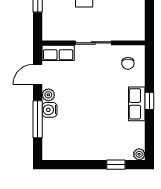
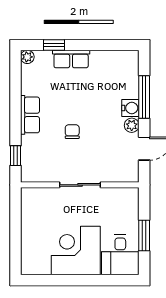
row of seats: (58, 53) -> (71, 59), moved, turned 180
chair: (128, 63) -> (72, 132), moved
window: (149, 101) -> (15, 156), moved

